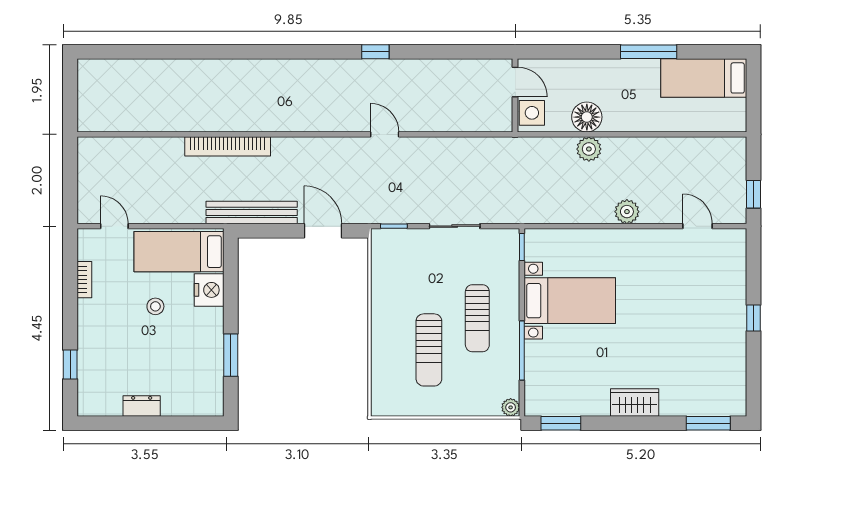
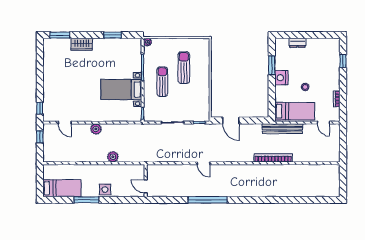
window: (375, 52) -> (208, 200), width x3.17
side table: (532, 113) -> (105, 190), moved
floor lamp: (587, 117) -> (114, 171), removed
bench: (252, 212) -> (282, 129), moved
nightstand: (209, 290) -> (281, 78), moved
window: (754, 318) -> (40, 108), moved
wardrobe: (635, 402) -> (82, 44), moved
dresser: (142, 406) -> (297, 43), moved
window: (561, 423) -> (113, 35), moved

